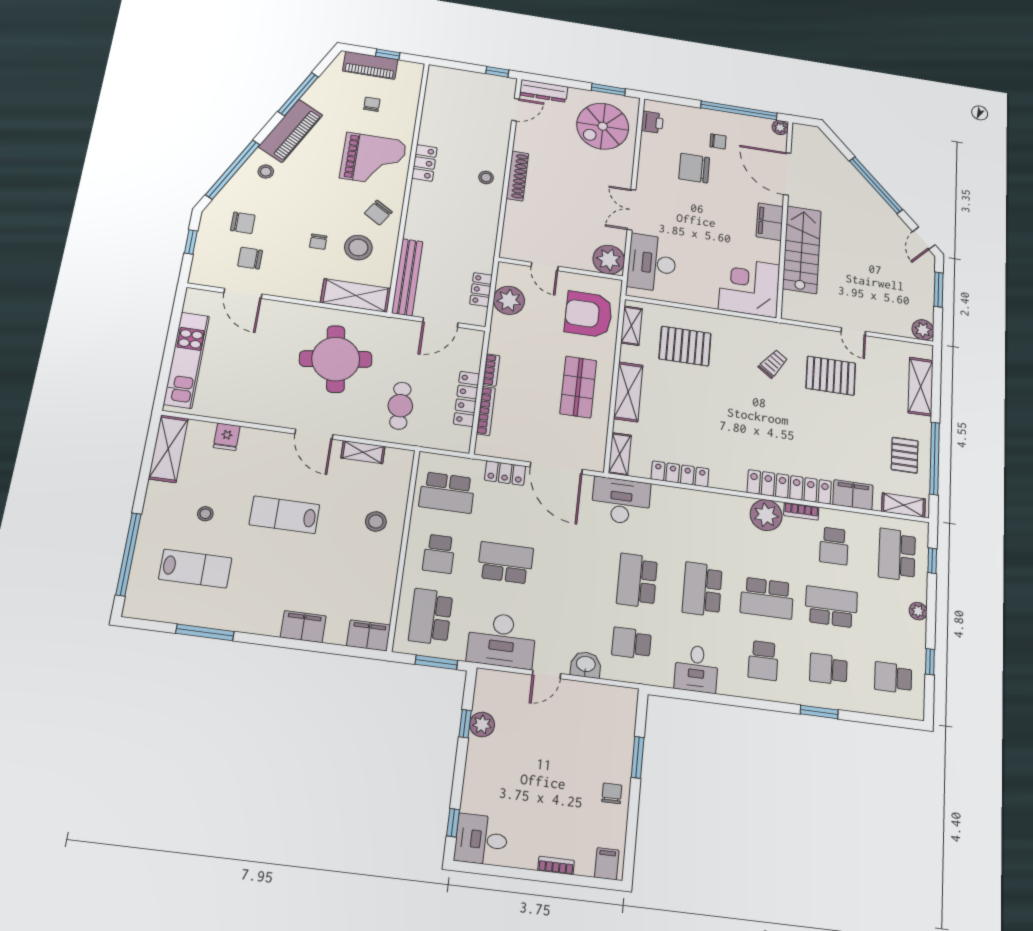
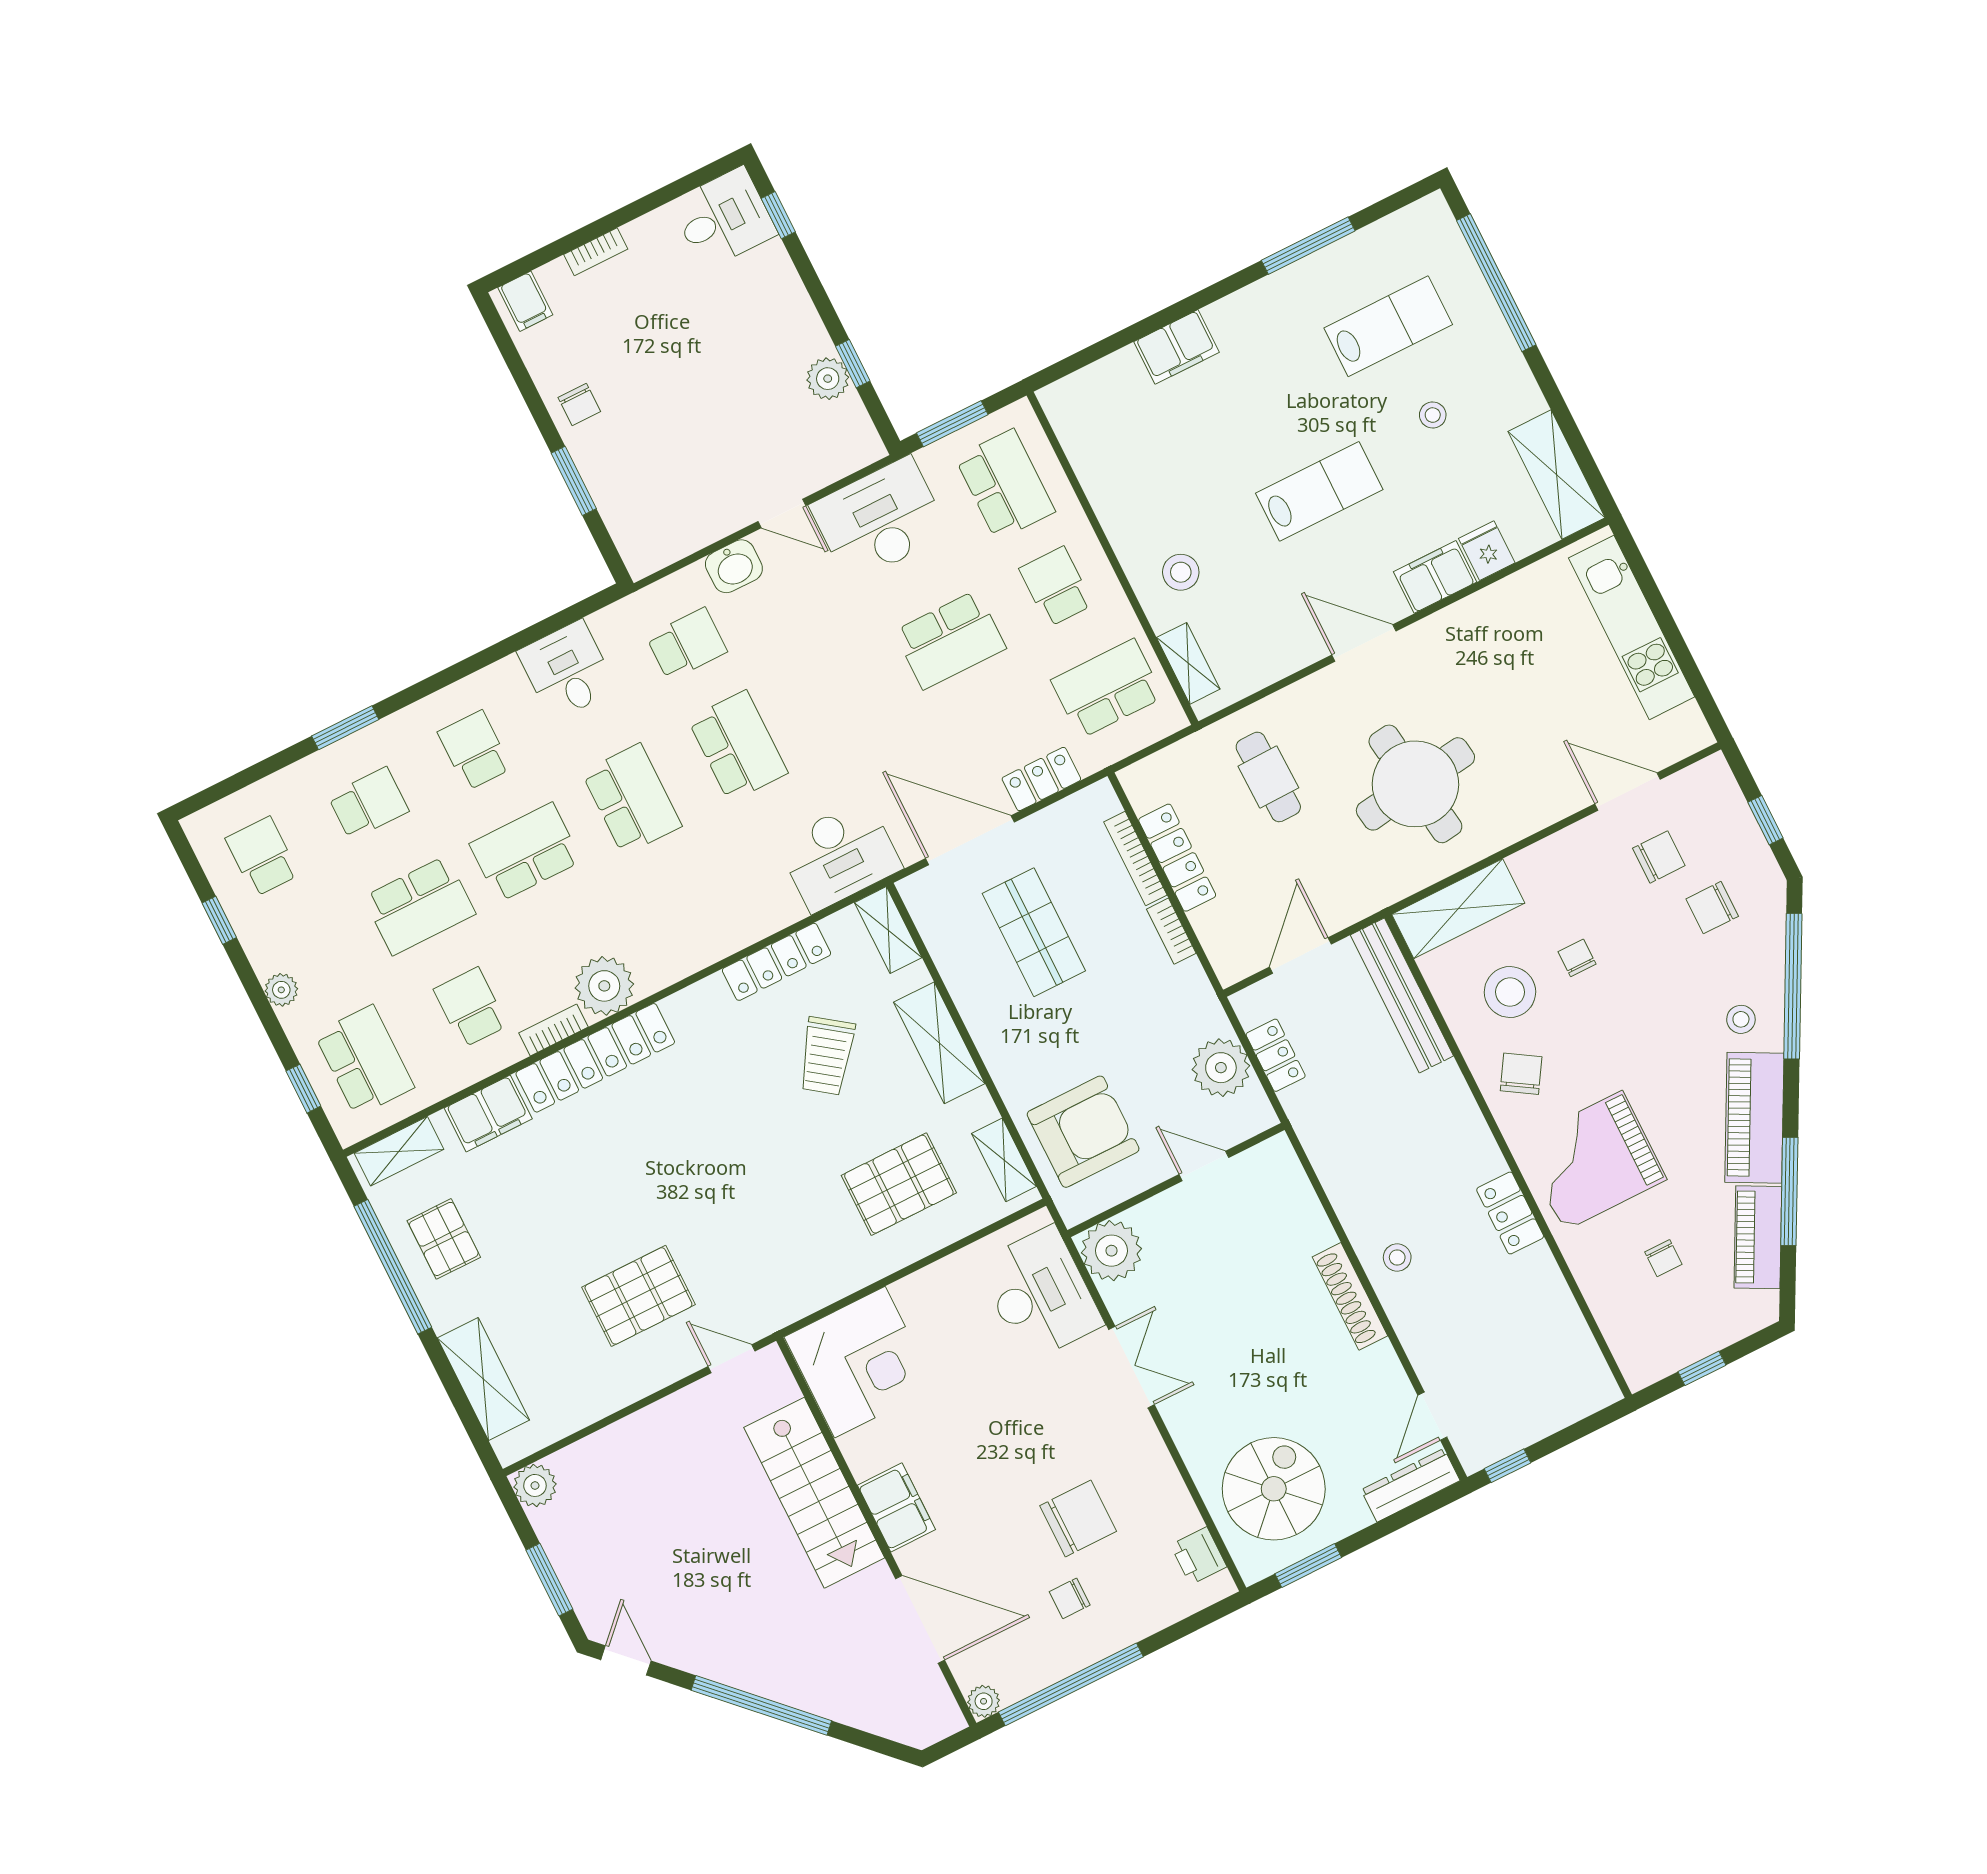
piano: (370, 65) -> (1758, 1237), moved, turned -62
door: (853, 332) -> (731, 1359), moved
trolley: (773, 364) -> (827, 1056), moved, width x1.36, depth x1.39
shop shelf: (578, 387) -> (1034, 932), moved
shelving: (363, 452) -> (1188, 663), moved, turned 90
lab bench: (195, 569) -> (1388, 326), turned 180
filing cabinet: (369, 635) -> (1435, 577), moved, turned 180
door: (547, 674) -> (782, 513), swing flipped
school desk: (893, 678) -> (262, 857), turned -90

